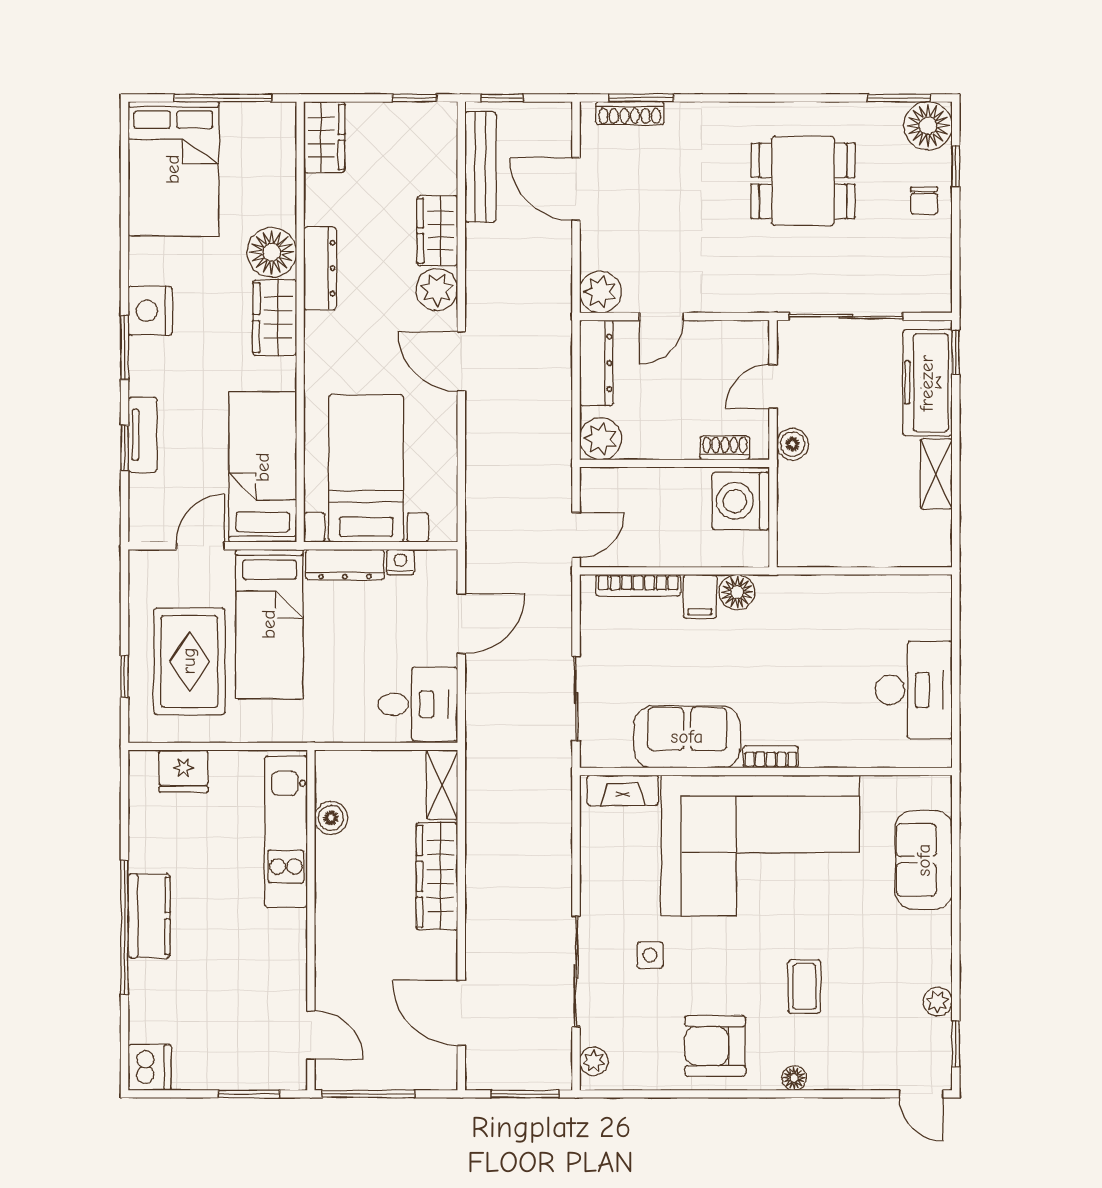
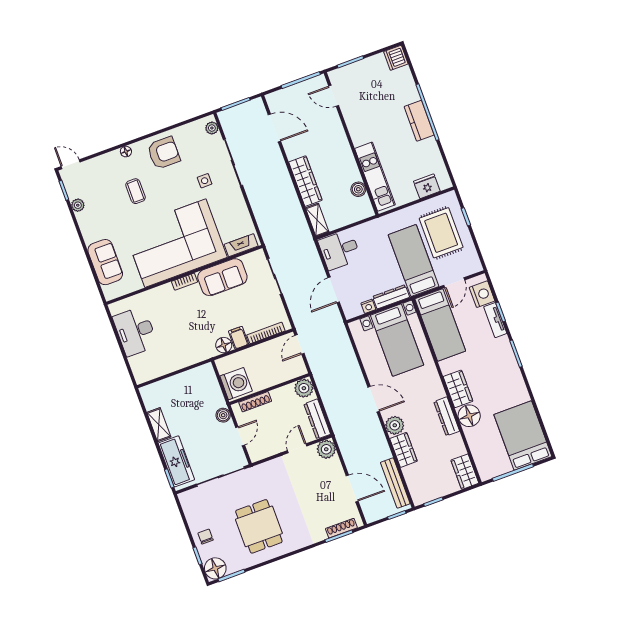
dining table: (803, 181) -> (259, 526), turned 90
nightstand: (150, 311) -> (482, 294), moved
shoe rack: (725, 448) -> (255, 402), width x1.43

